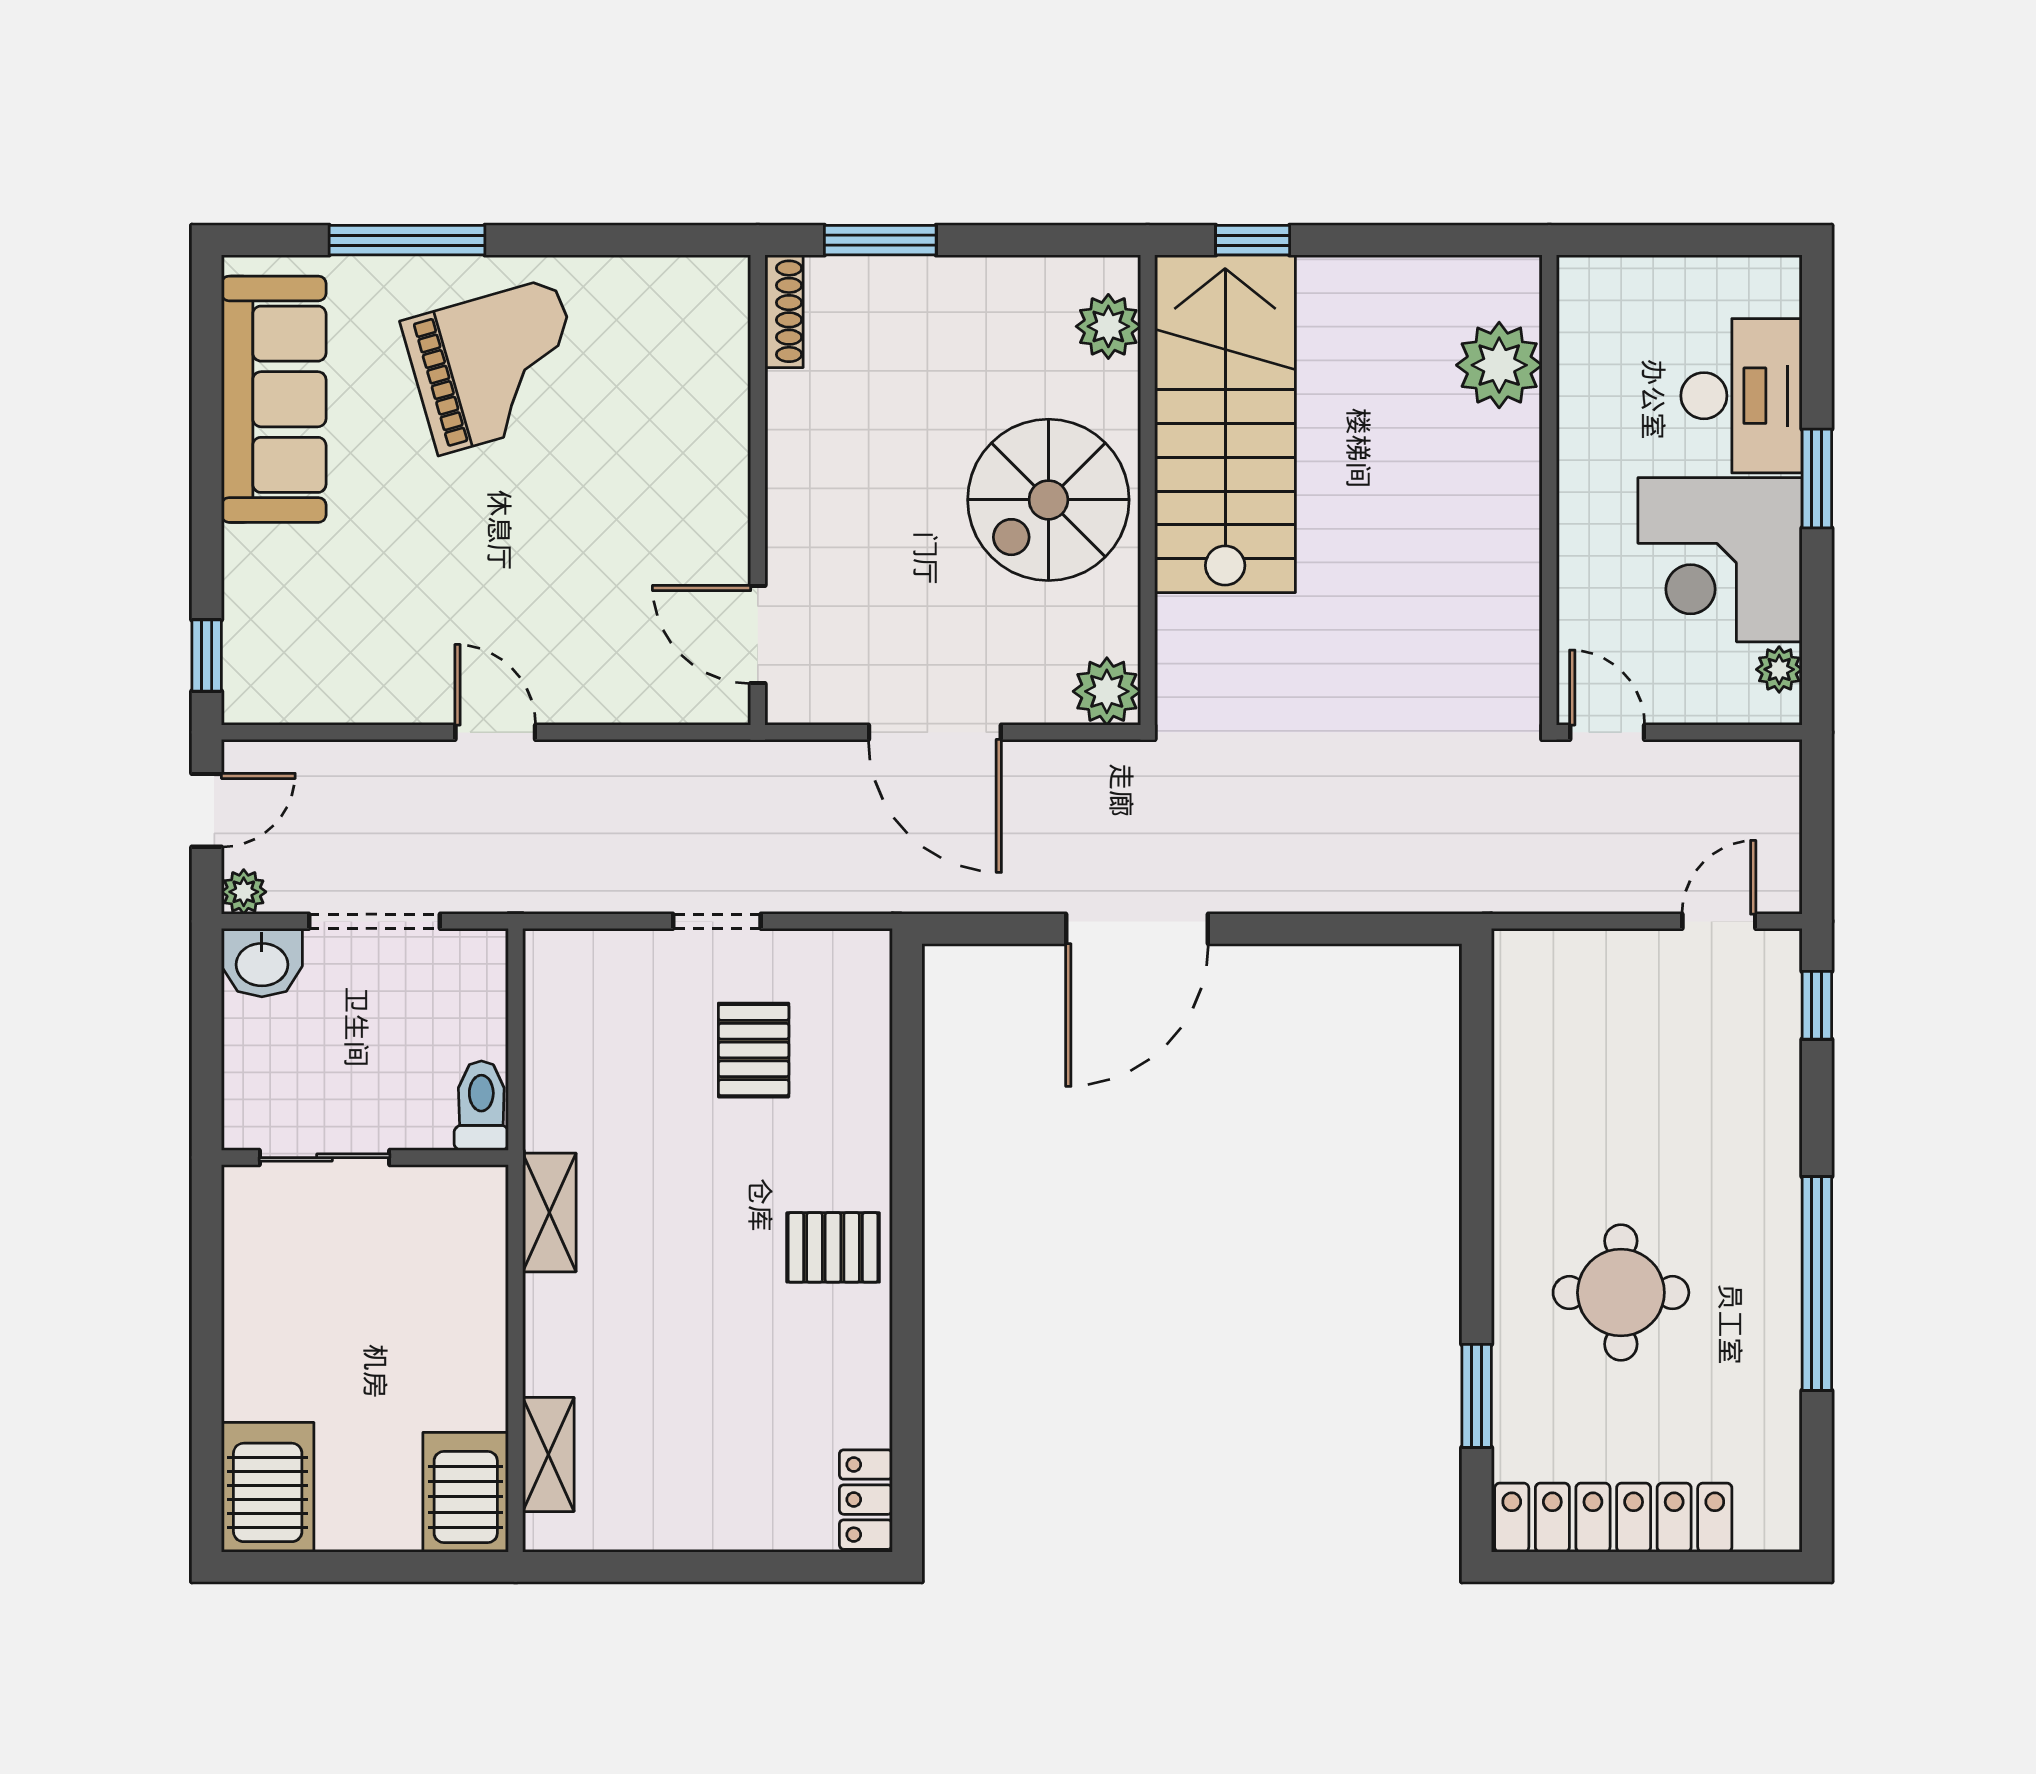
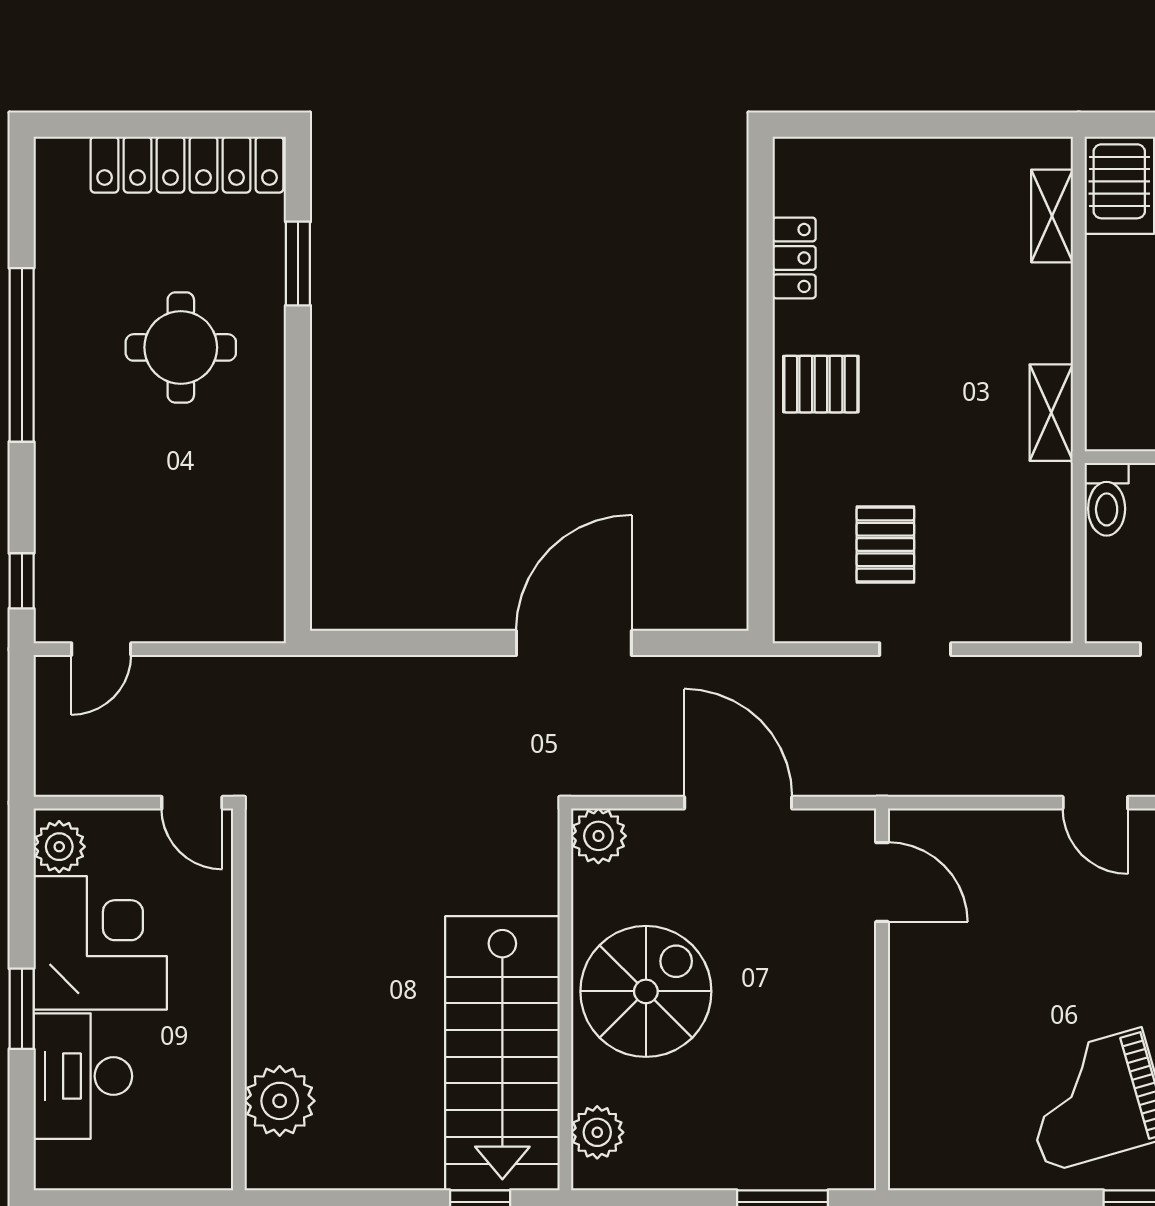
shoe rack: (784, 311) -> (861, 1145), removed
plant: (1779, 669) -> (59, 847), width x1.38, depth x1.38
locker: (866, 1500) -> (794, 258), moved

